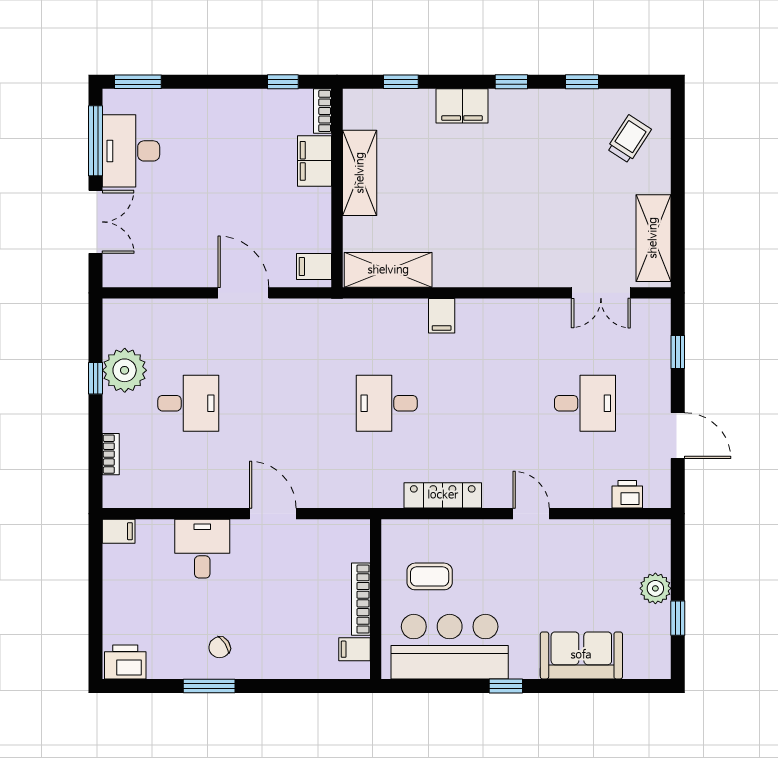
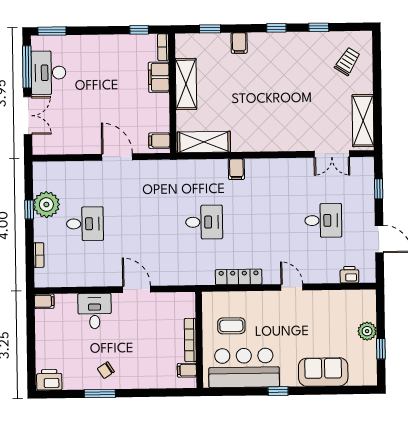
filing cabinet: (462, 106) -> (239, 43), width x0.50
desk: (387, 403) -> (204, 222), turned 180

